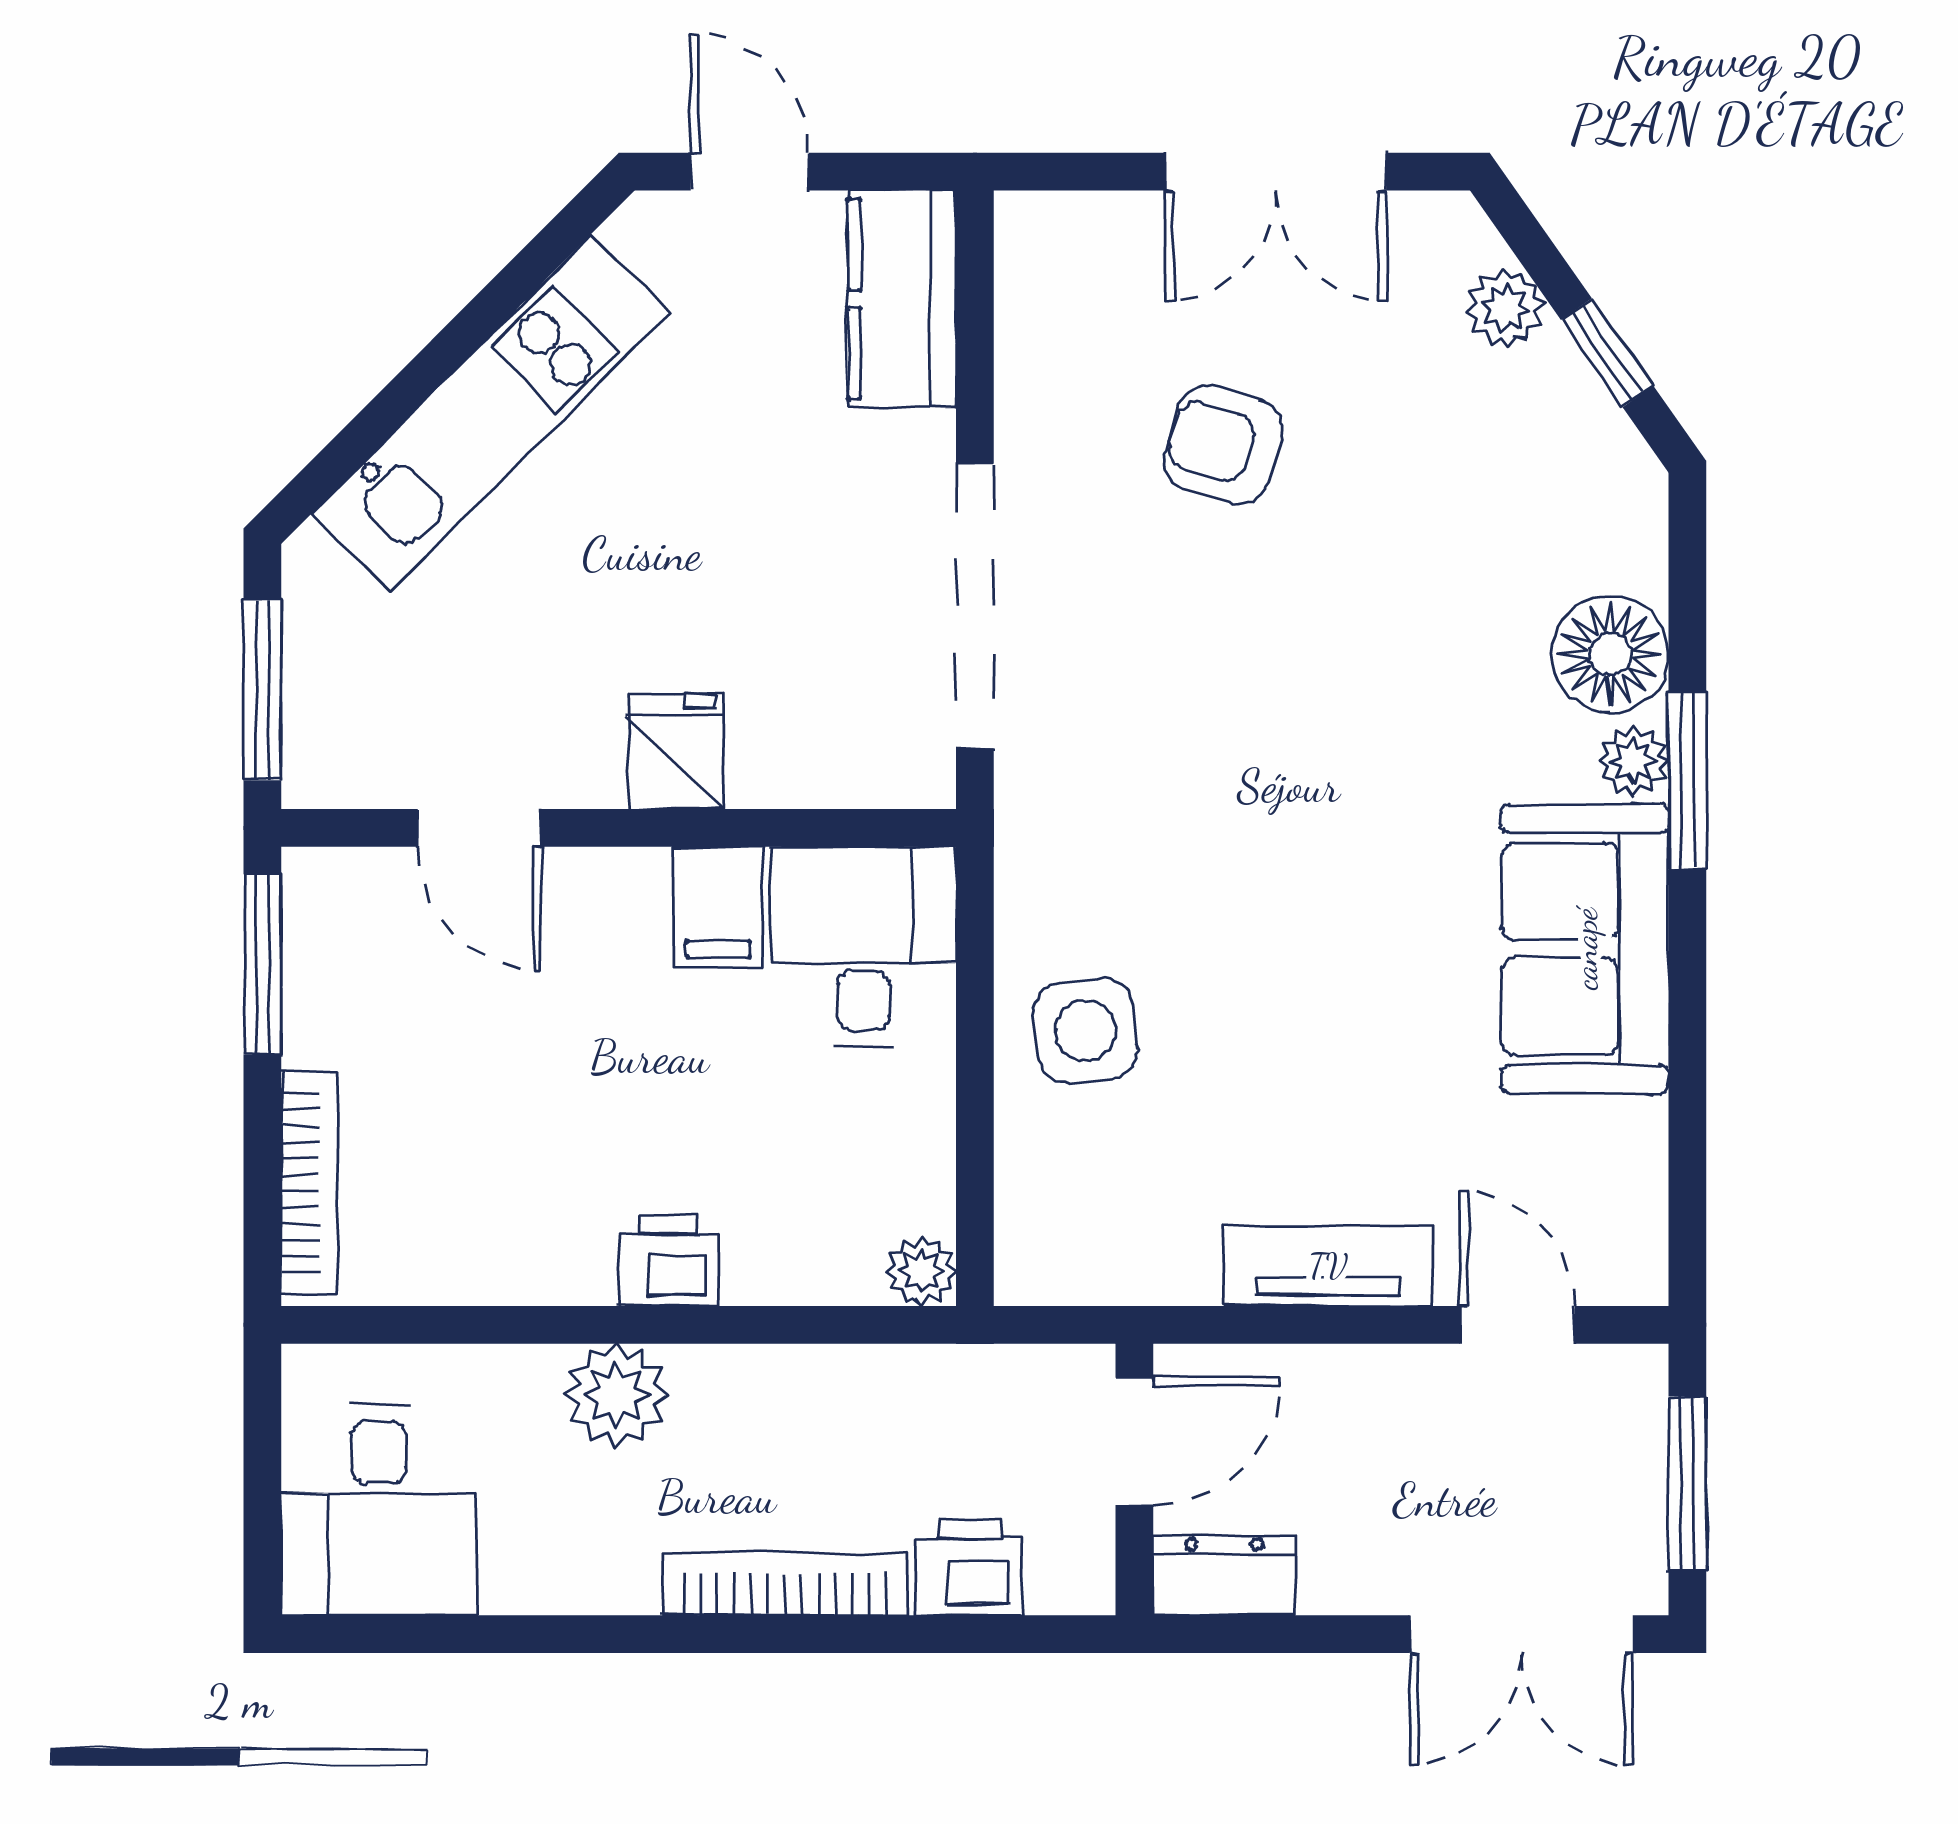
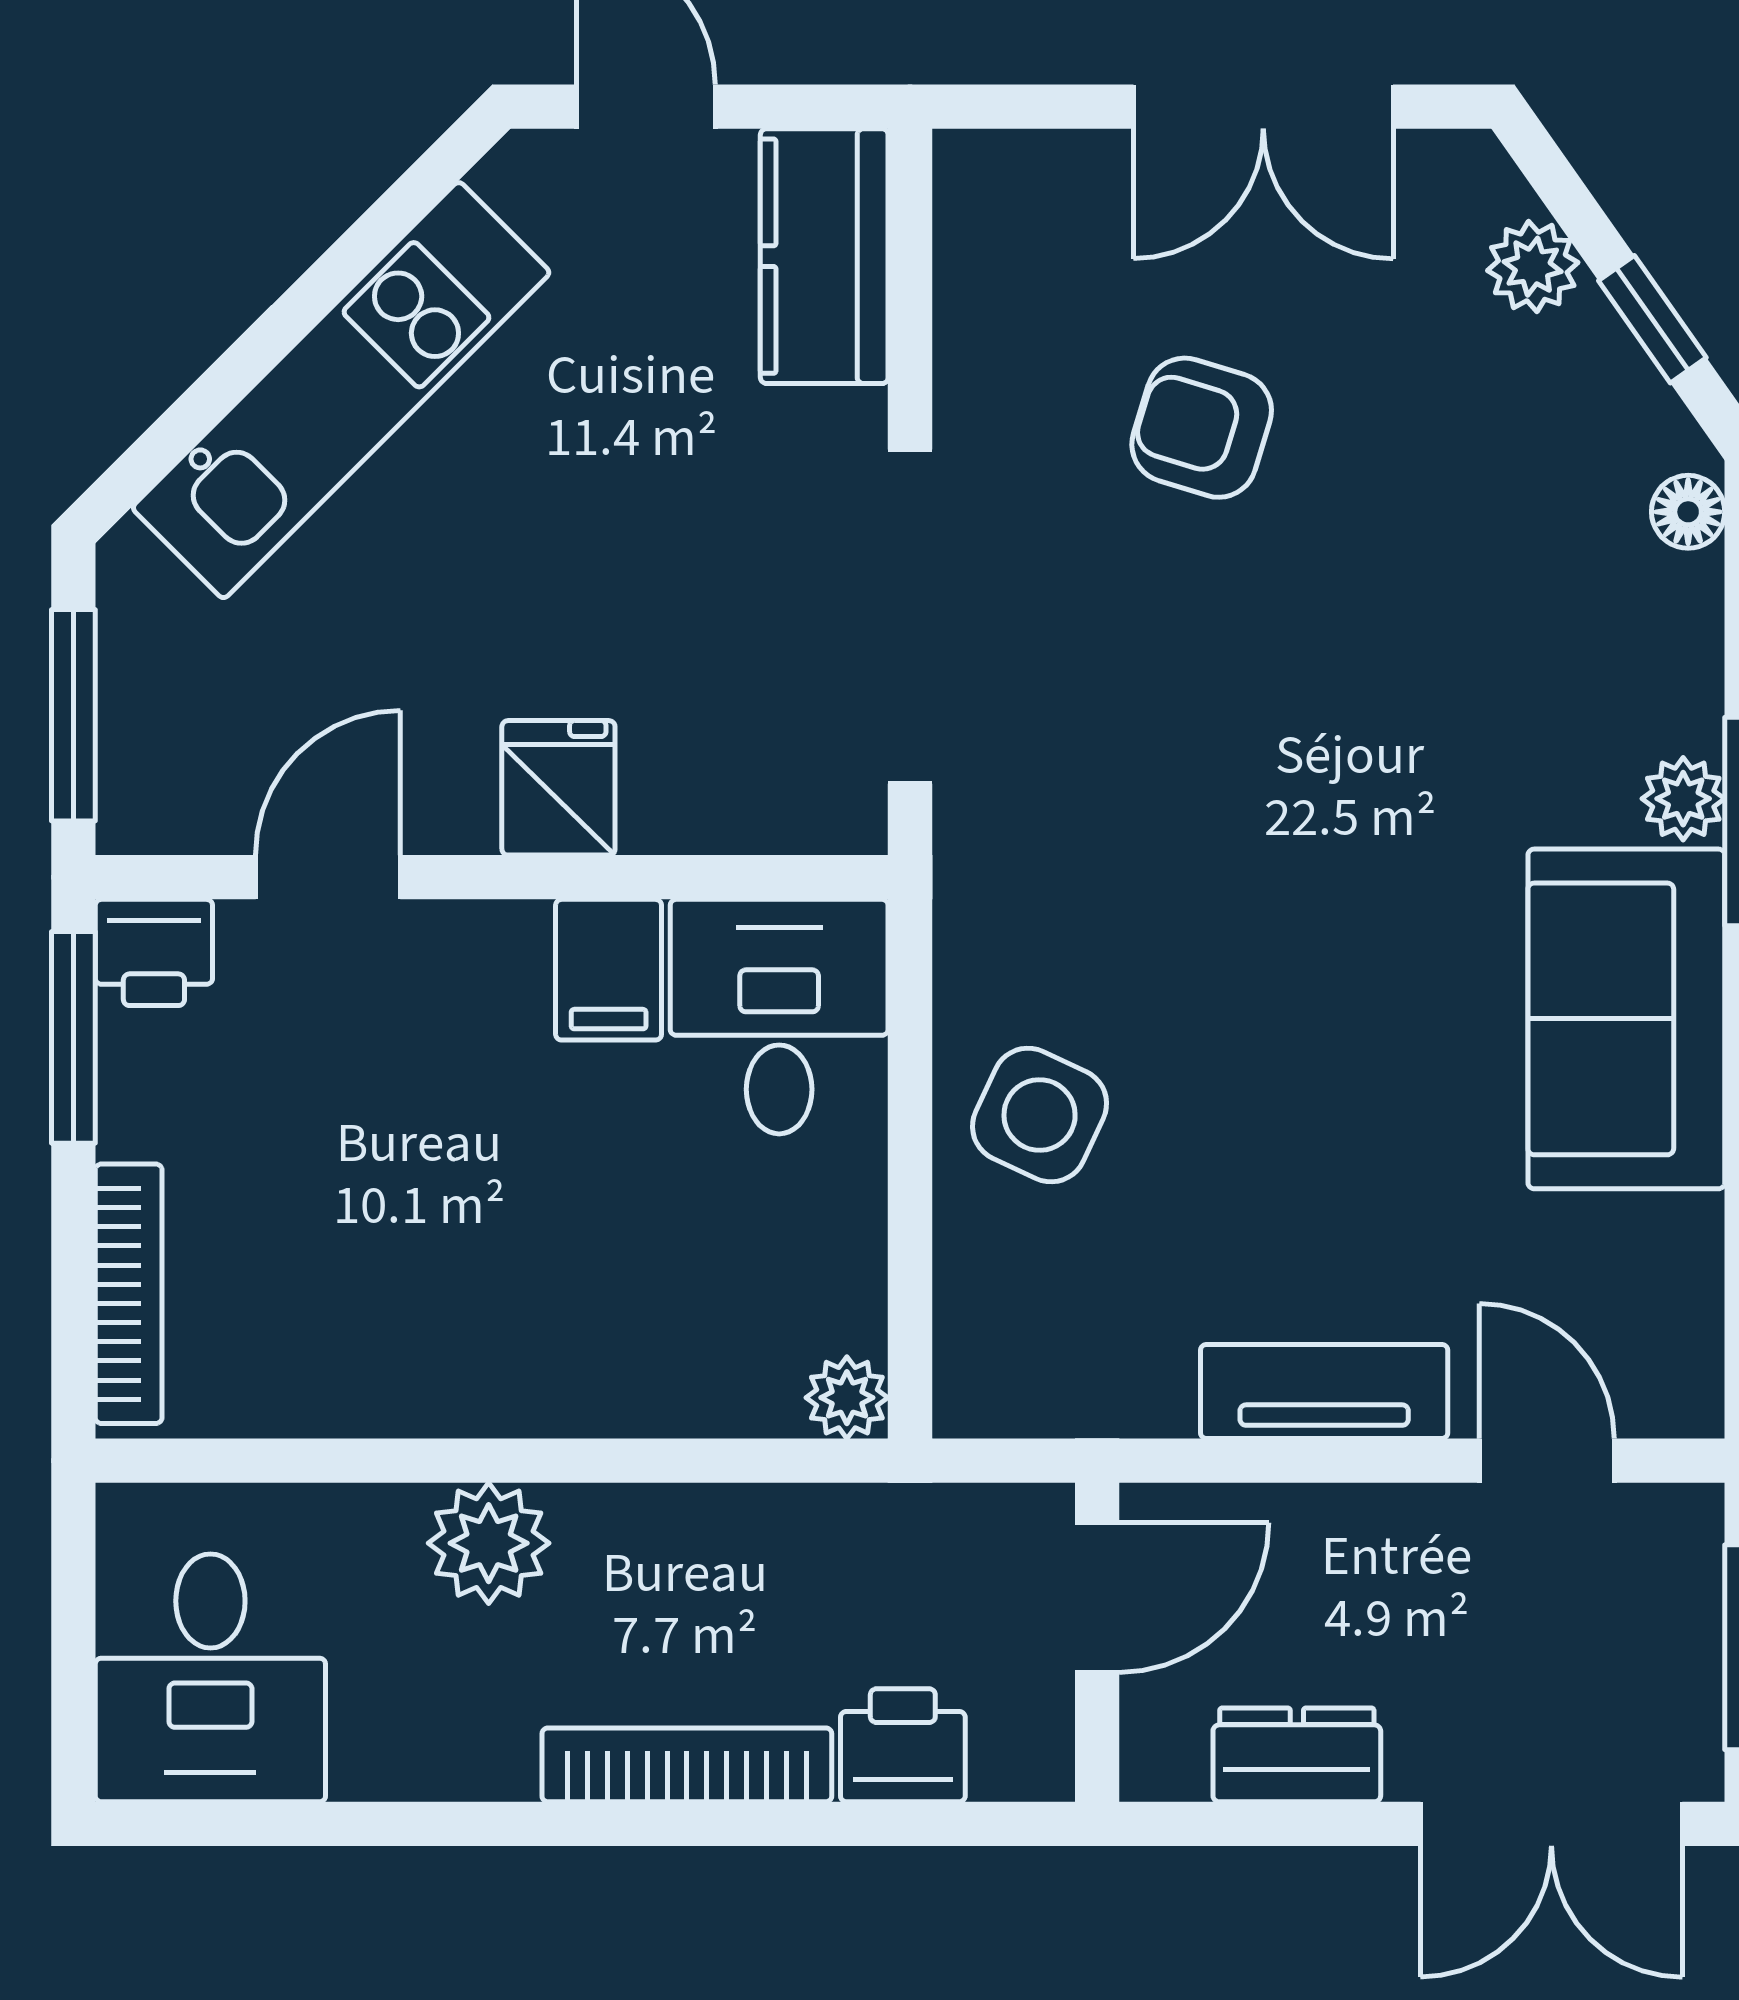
floor lamp: (1610, 654) -> (1688, 512), moved, width x0.53, depth x0.53
door: (479, 828) -> (328, 877), swing flipped
side table: (1085, 1030) -> (1040, 1115), turned 31
printer: (668, 1261) -> (154, 952), moved, turned 180
dresser: (1224, 1575) -> (1297, 1755), moved

